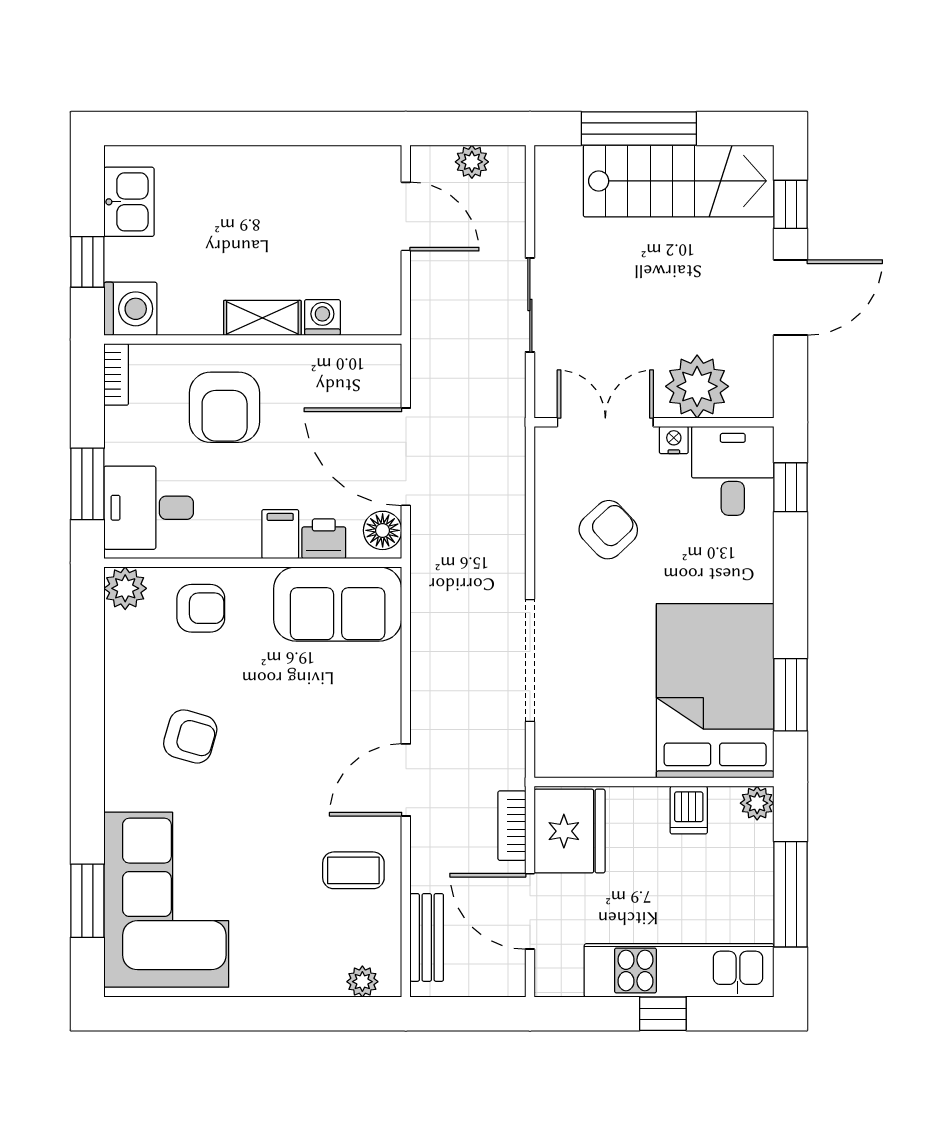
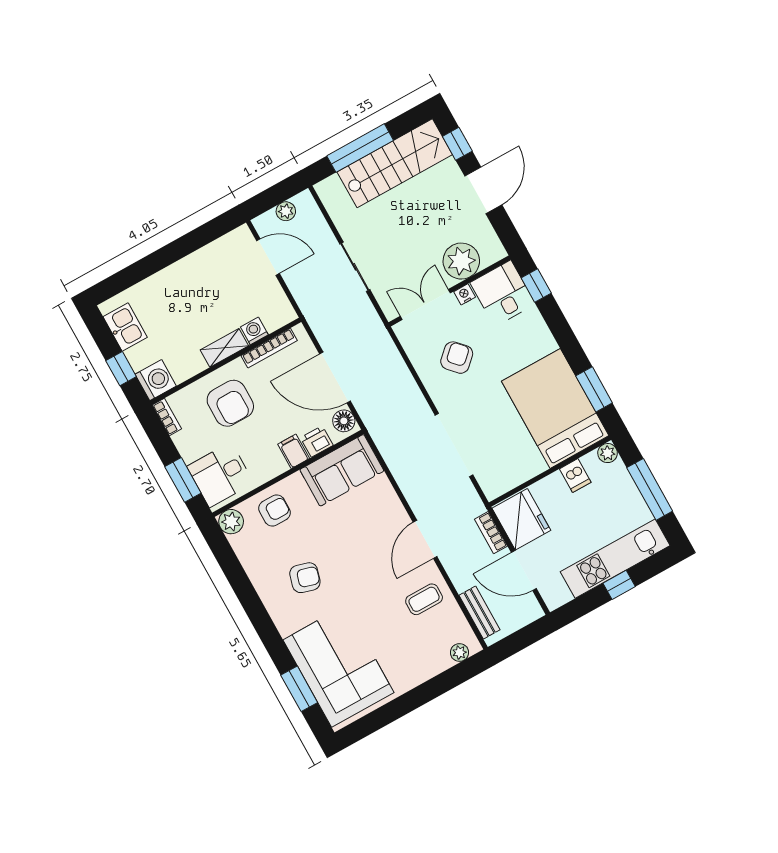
bookcase: (330, 356) -> (269, 348), added

